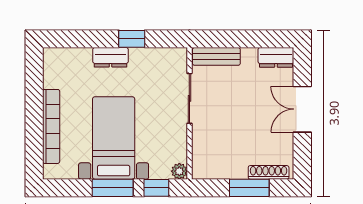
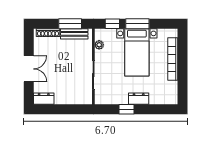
bench: (216, 56) -> (74, 34), moved
plant: (179, 171) -> (99, 45), moved
window: (249, 188) -> (70, 24), moved

